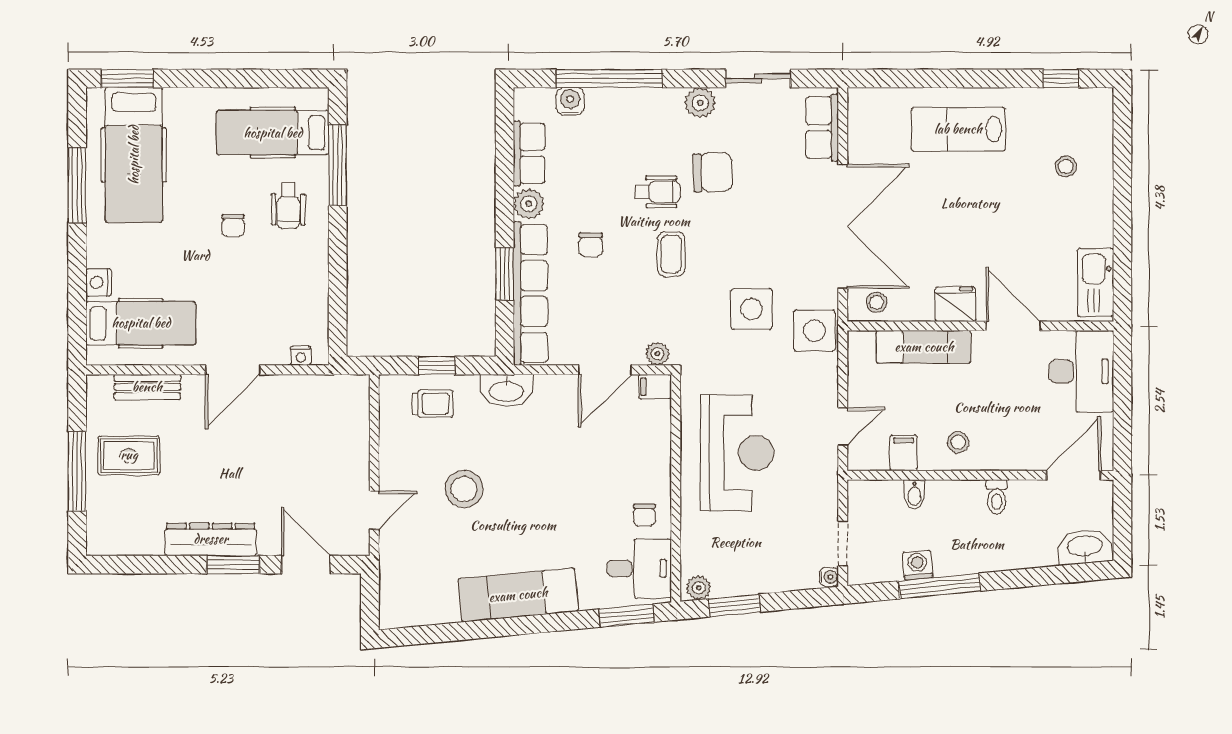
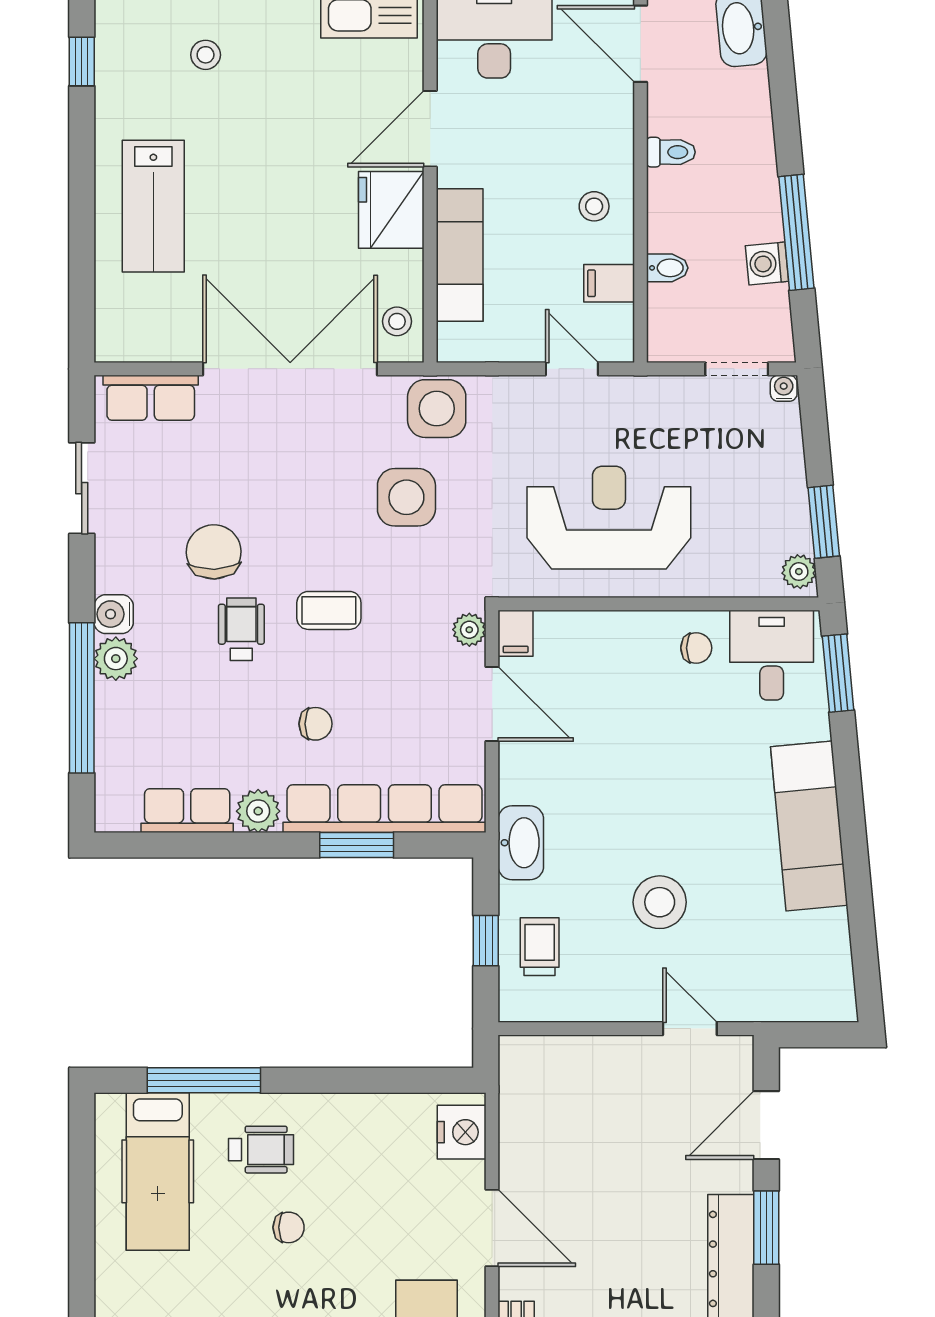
water cooler: (570, 101) -> (114, 614), moved
plant: (700, 103) -> (116, 659), moved
fridge: (956, 304) -> (391, 210), width x1.36, depth x1.34
nightstand: (301, 356) -> (462, 1132), width x1.89, depth x1.79

